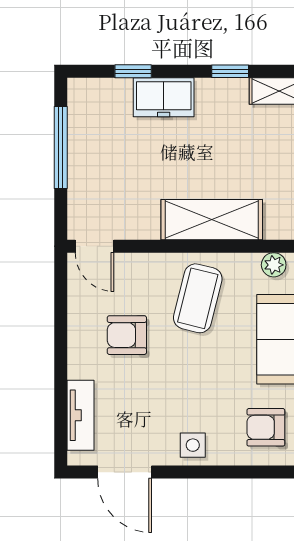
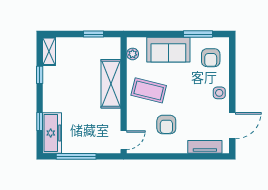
freezer: (164, 97) -> (52, 133), moved, width x1.40

